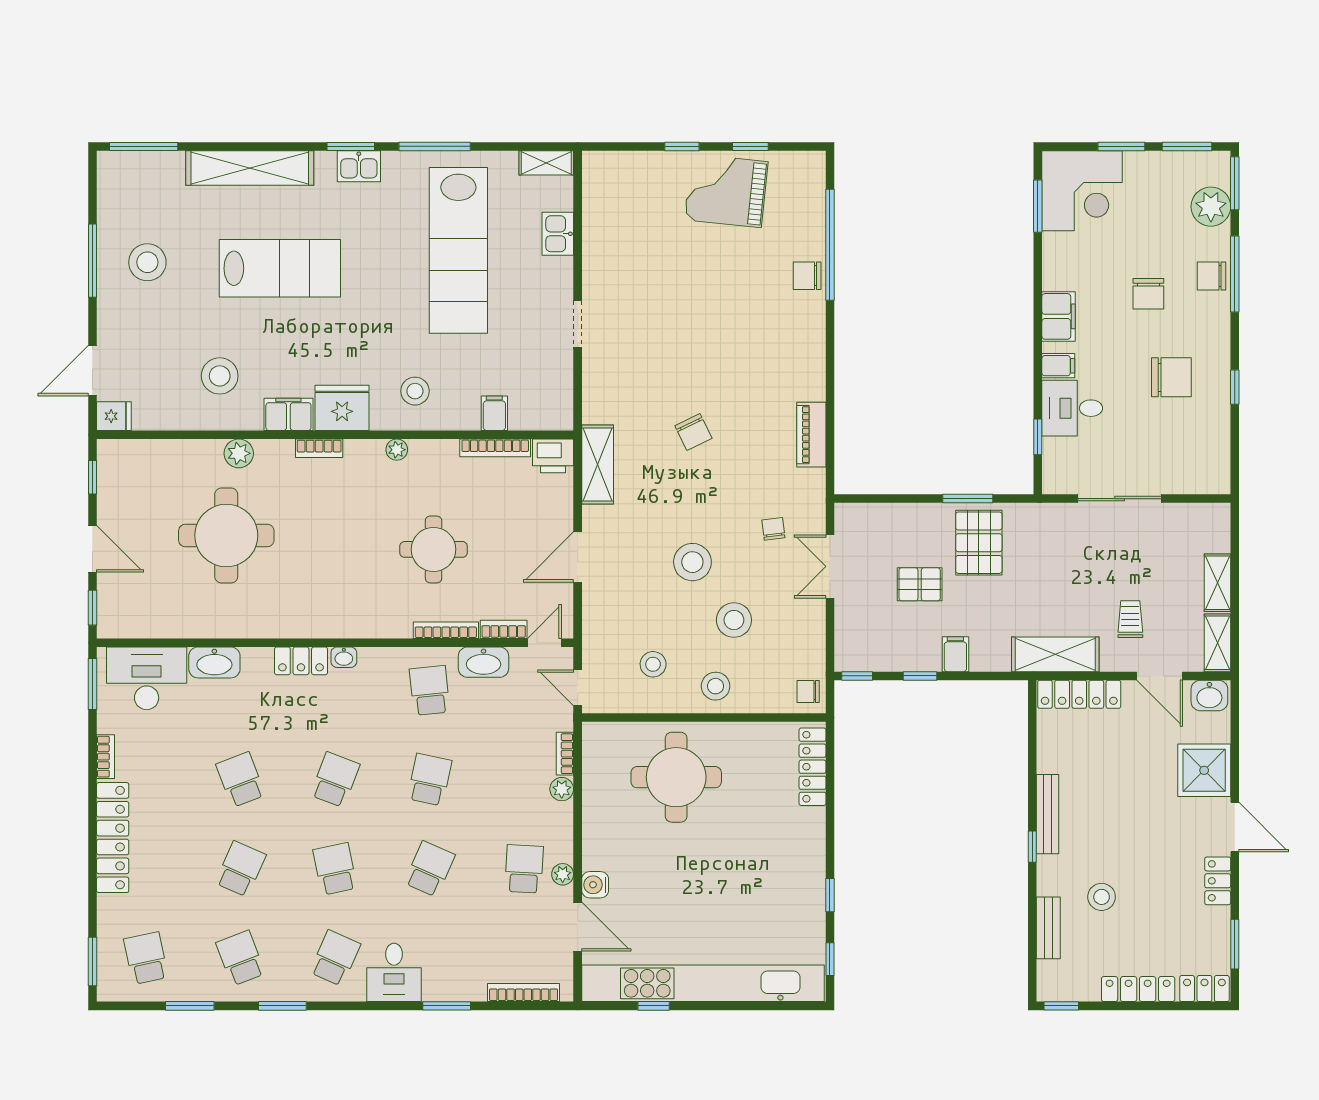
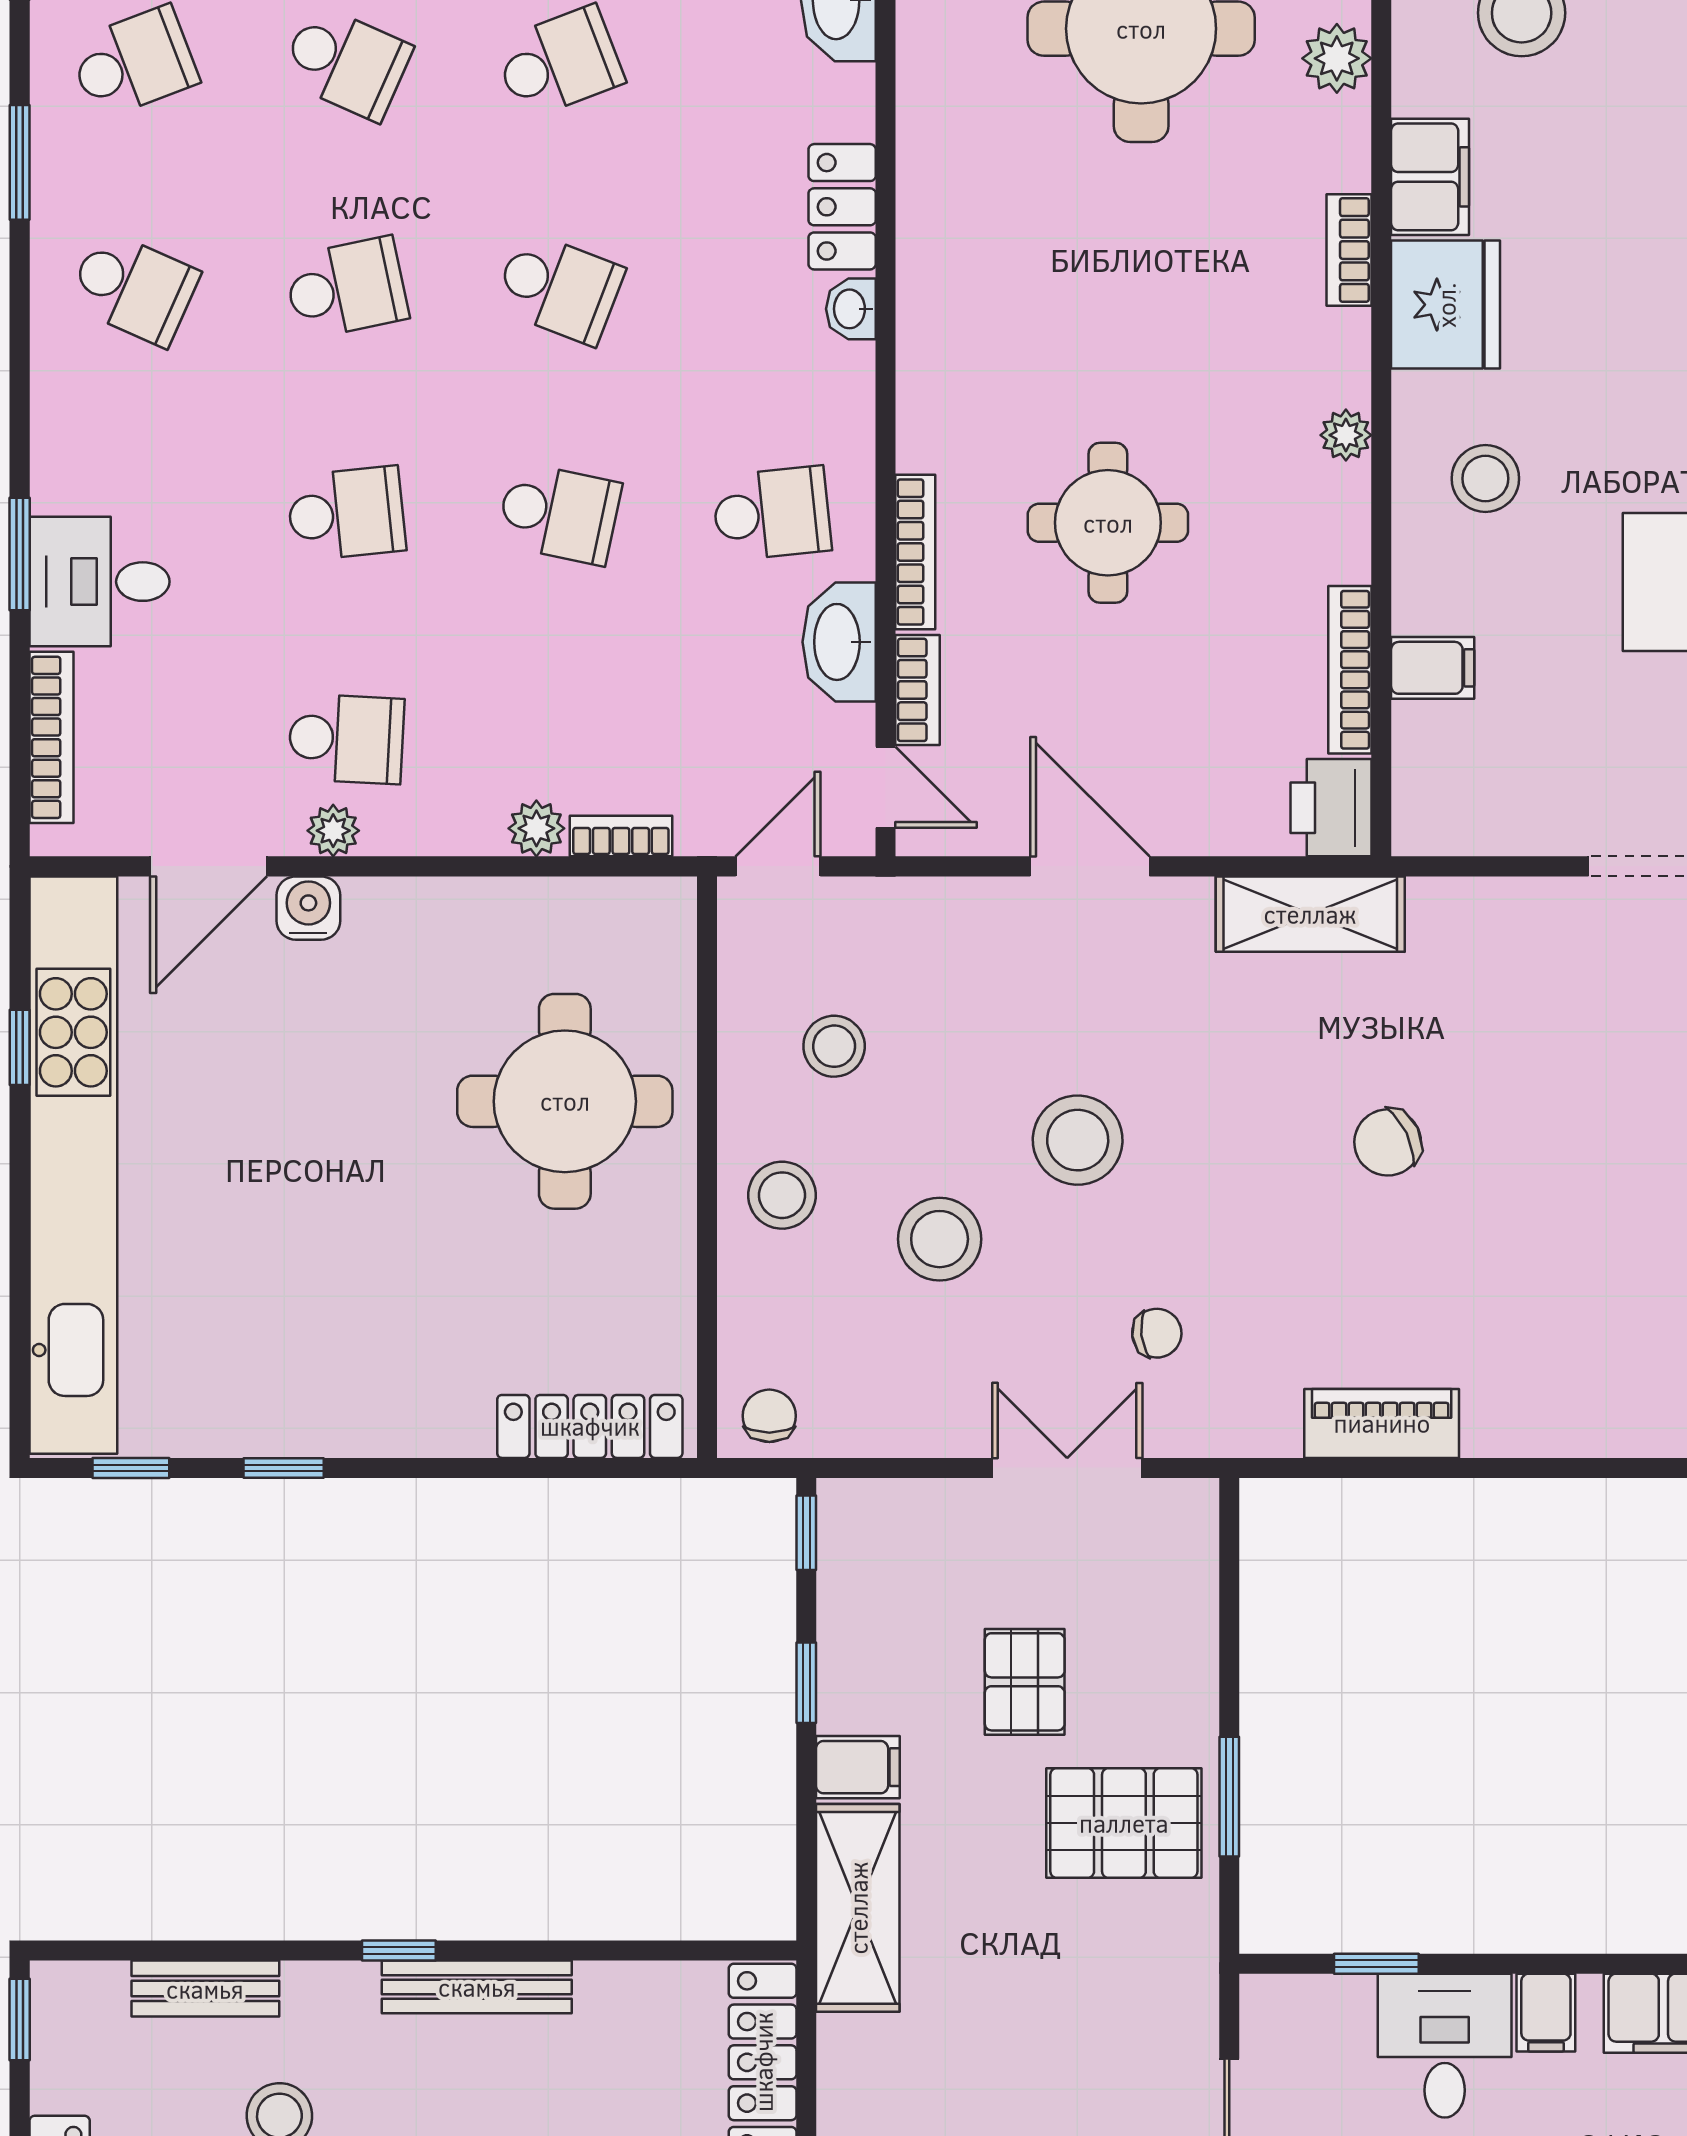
shelving: (1055, 654) -> (858, 1908), moved
school desk: (430, 869) -> (346, 513), turned -30
desk: (394, 972) -> (99, 582), moved

